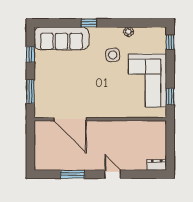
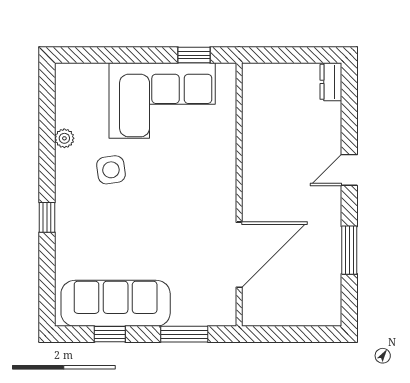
sofa: (62, 38) -> (116, 303), moved, turned -90
window: (170, 42) -> (86, 55), removed

